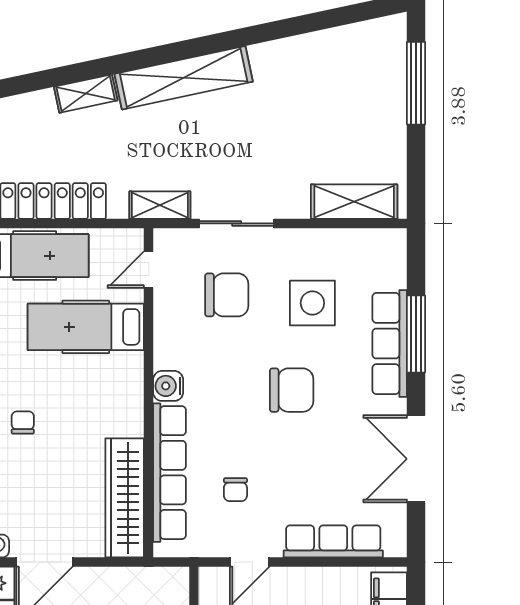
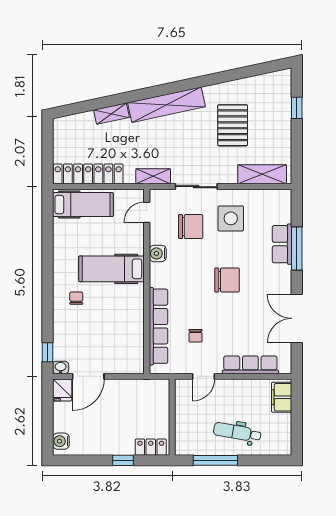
window: (416, 83) -> (297, 108), width x0.46
pallet: (302, 114) -> (233, 125), added
side table: (312, 303) -> (231, 218), moved
hospital bed: (86, 327) -> (112, 269), moved
row of seats: (390, 343) -> (282, 244), width x0.68
water cooler: (168, 386) -> (158, 253), moved
wardrobe: (125, 498) -> (133, 340), removed

